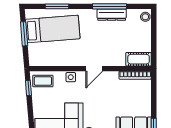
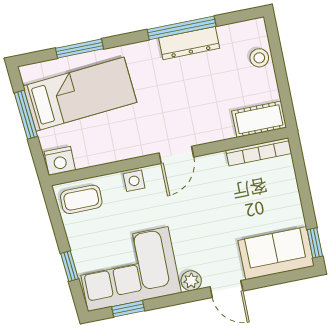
stool: (145, 17) -> (259, 58), moved
nightstand: (36, 60) -> (60, 161), added
window: (28, 88) -> (69, 266), moved

